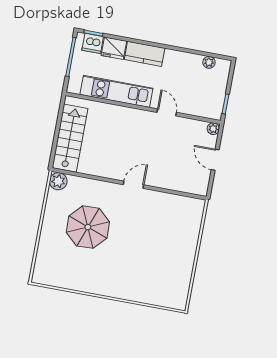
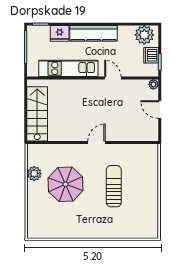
dishwasher: (93, 43) -> (151, 55), moved, turned 90
kitchen counter: (145, 54) -> (94, 33), width x1.50
plant: (209, 62) -> (144, 35), width x1.88, depth x1.88
plant: (58, 181) -> (34, 174), moved
sun lounger: (144, 240) -> (114, 186), added

